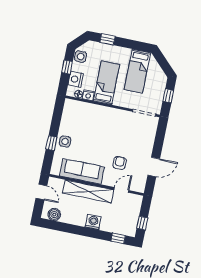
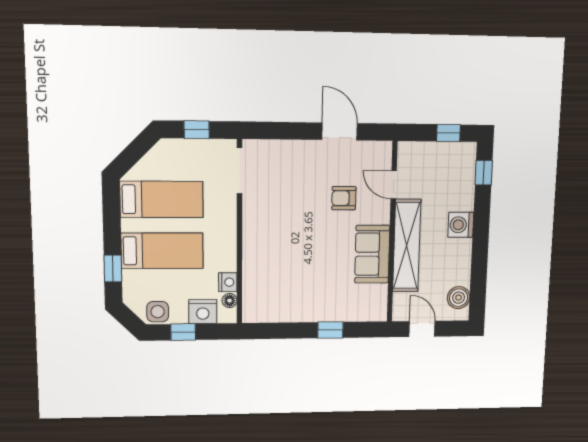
bed: (106, 83) -> (162, 251), moved, turned 180
side table: (65, 142) -> (323, 306), removed
sofa: (82, 171) -> (372, 254), width x0.73
door: (41, 192) -> (422, 329), hinge flipped

